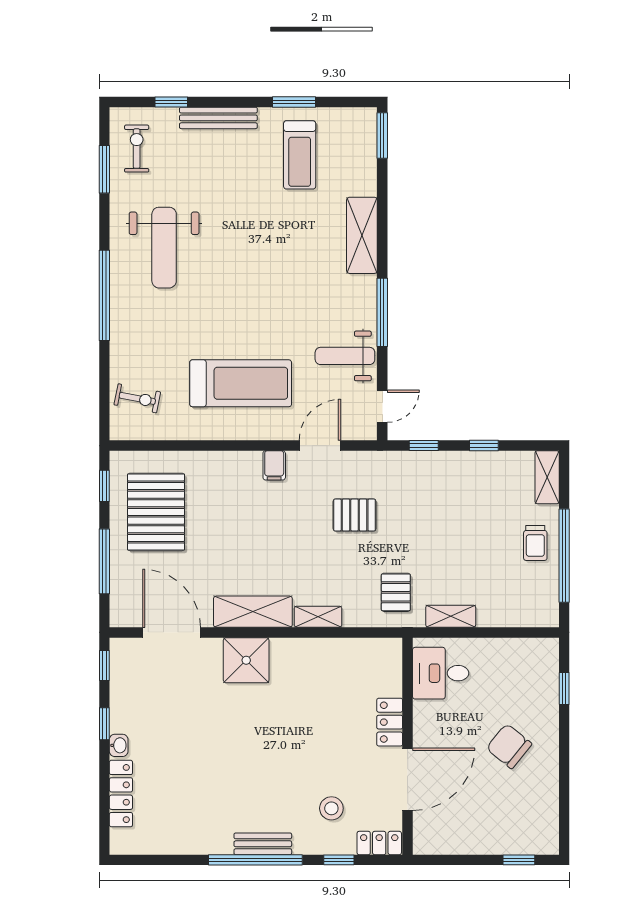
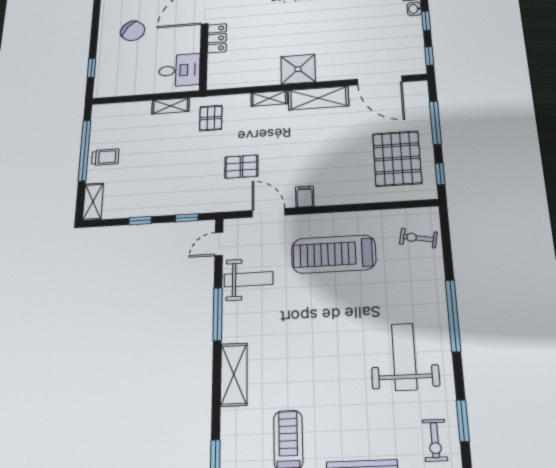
door: (320, 446) -> (268, 213), swing flipped
trolley: (535, 543) -> (105, 157), turned 90
shower: (246, 660) -> (298, 69), moved

